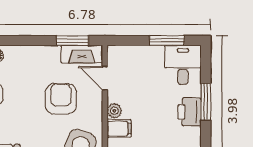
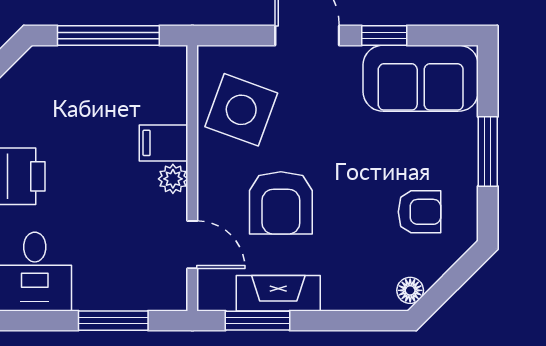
window: (167, 40) -> (113, 321), moved
fireplace: (82, 54) -> (278, 293), moved

